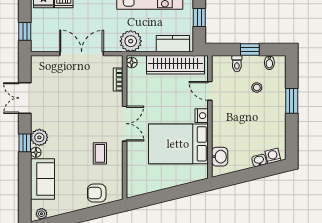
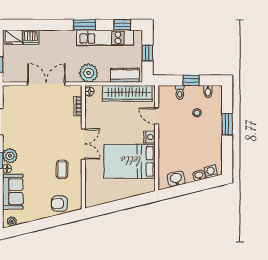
washbasin: (220, 157) -> (176, 179), moved, turned -104

